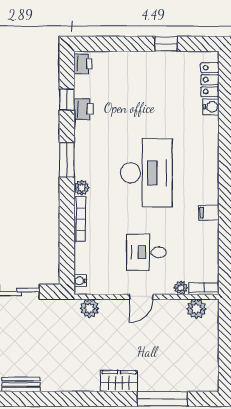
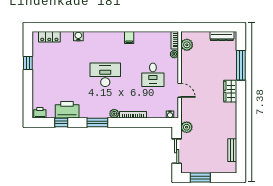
water cooler: (211, 107) -> (78, 36), moved
printer: (84, 109) -> (67, 110), width x1.87, depth x1.48
desk: (146, 173) -> (105, 75), width x0.73, depth x0.77
door: (141, 297) -> (180, 90), moved
plant: (90, 308) -> (187, 127), moved
dresser: (211, 367) -> (222, 36), added

